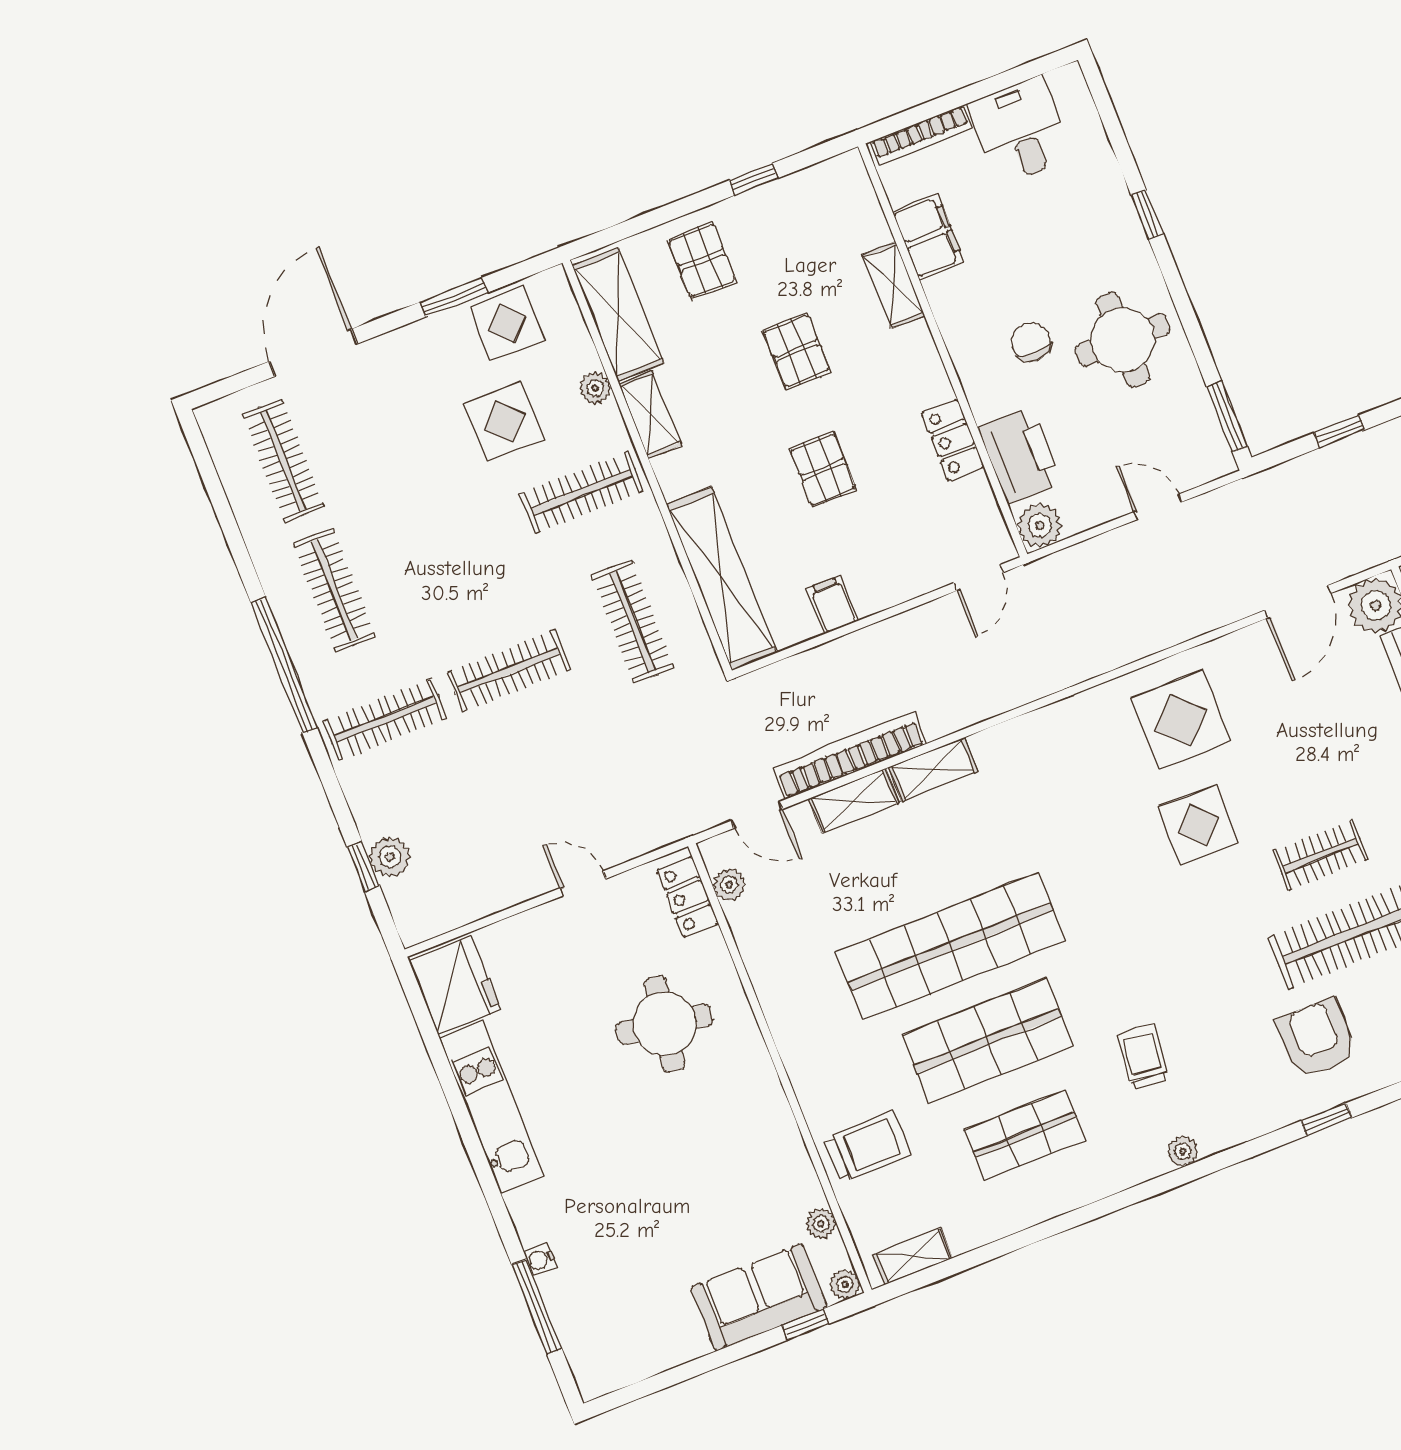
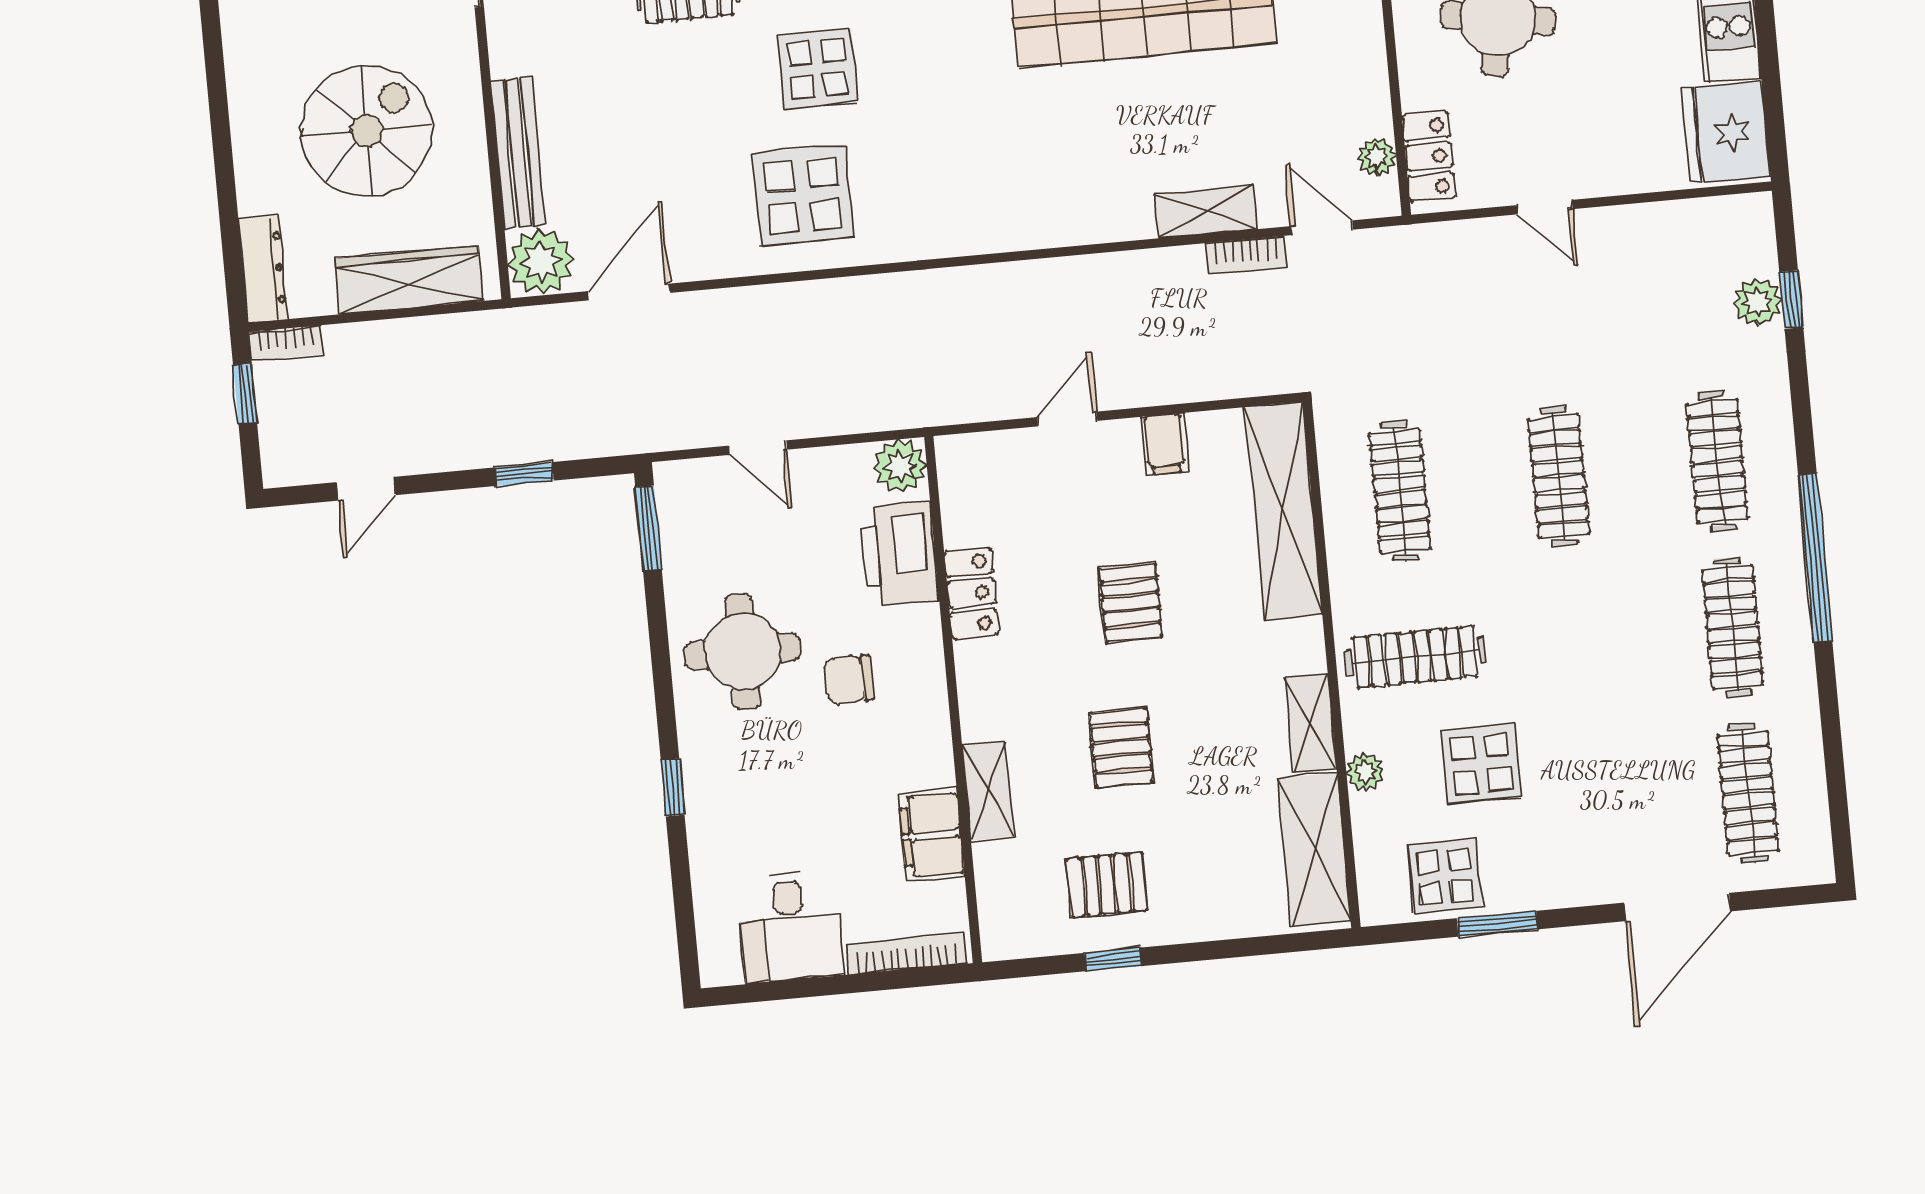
pallet: (702, 260) -> (1107, 885), moved, turned 90
chair: (1031, 342) -> (849, 680), turned 89
door: (979, 578) -> (1067, 419), moved
clothes rail: (509, 671) -> (1559, 476), turned 90
clothes rail: (385, 720) -> (1717, 461), turned 90
bookcase: (850, 756) -> (1246, 255), width x0.43, depth x0.76
shelving: (933, 769) -> (1104, 221), removed

